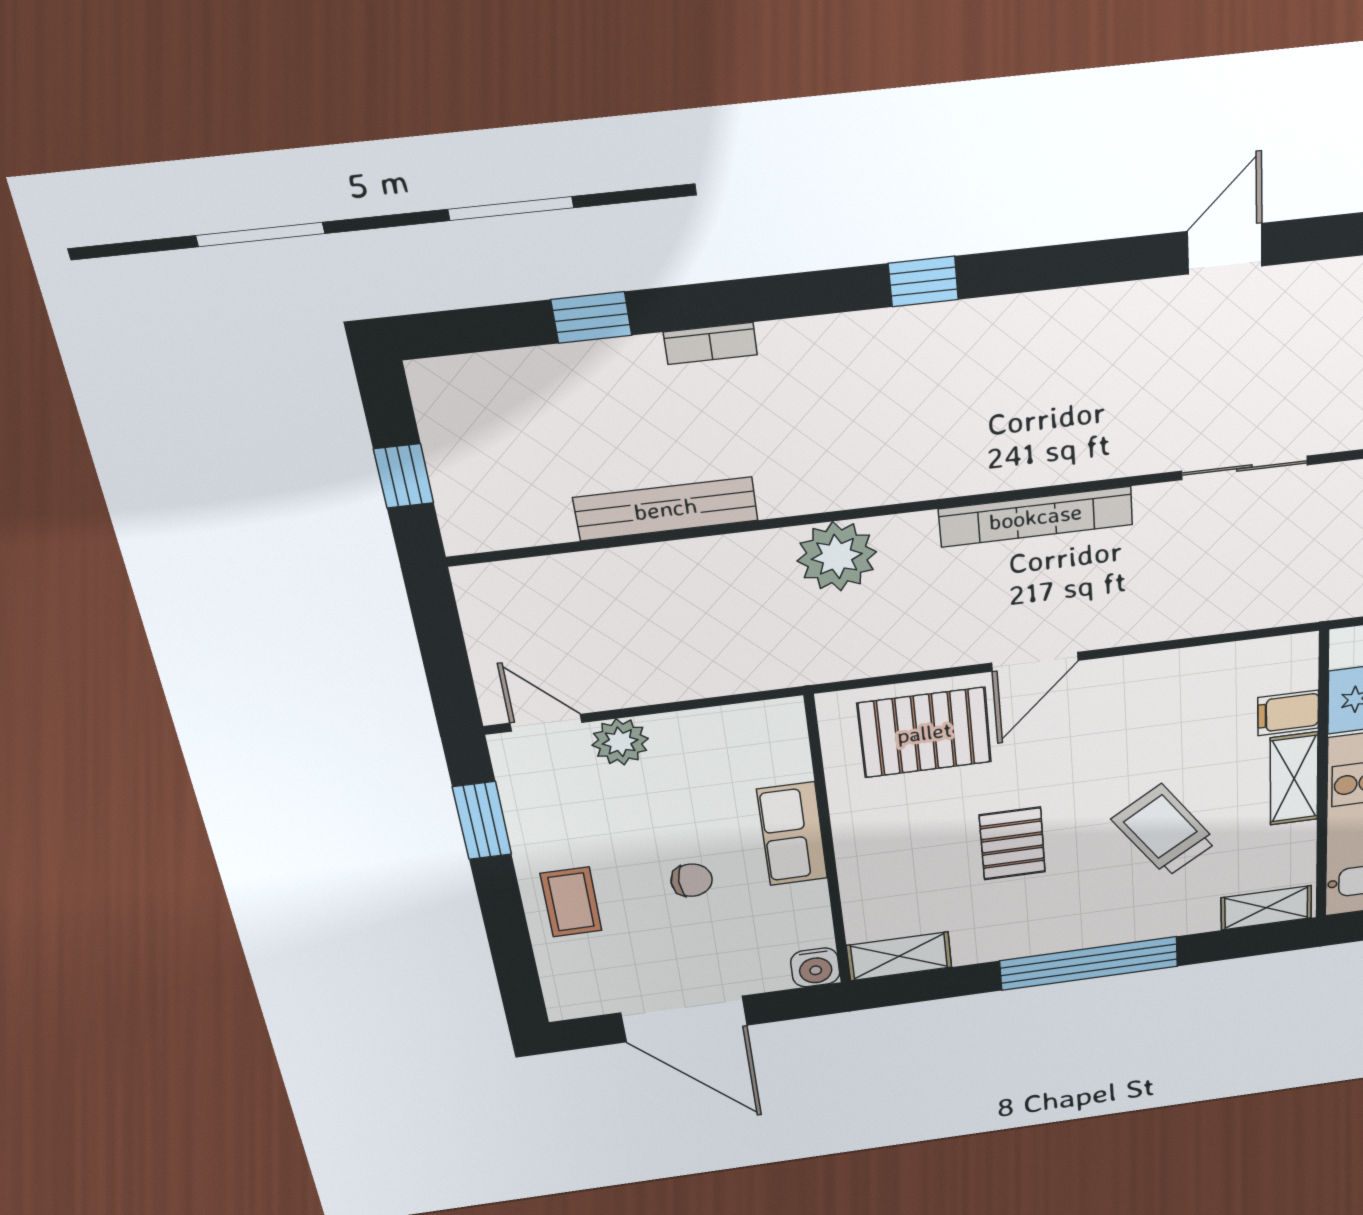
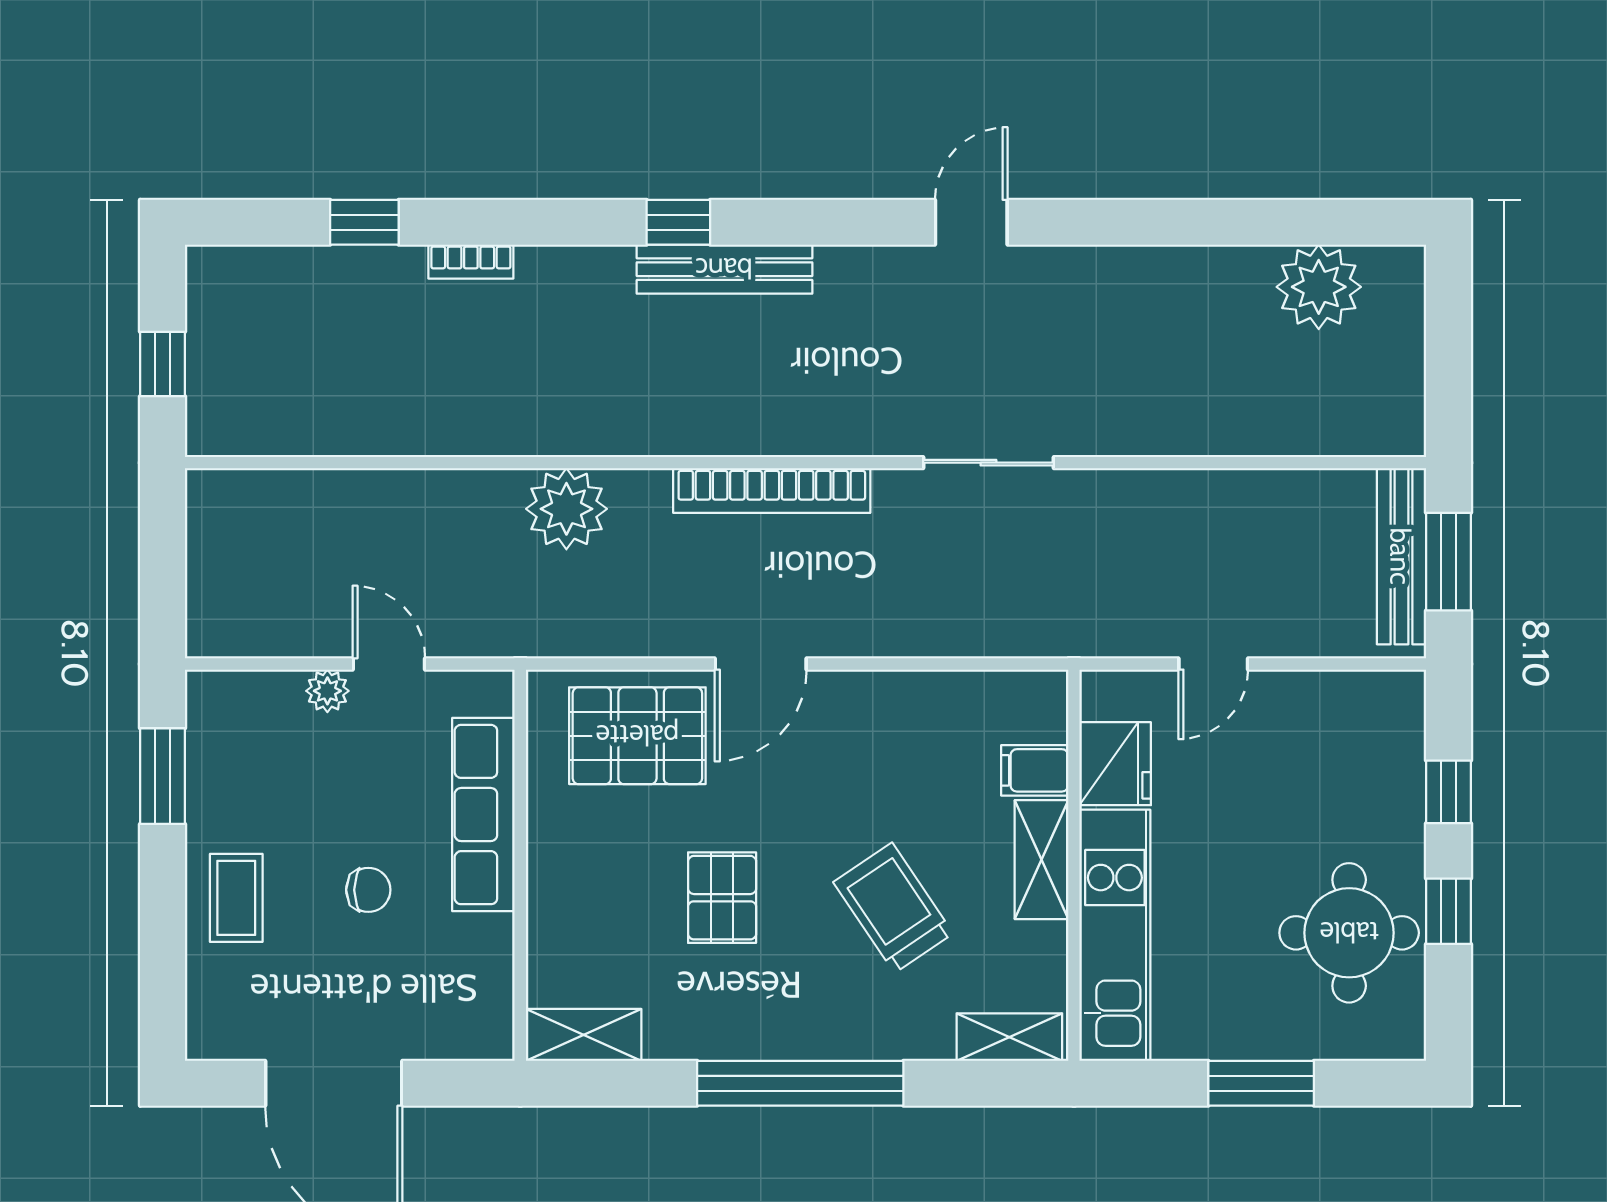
bench: (666, 509) -> (724, 269), moved
door: (546, 723) -> (389, 664), moved
plant: (620, 742) -> (327, 691), width x0.73, depth x0.73
row of seats: (792, 834) -> (483, 815), width x1.48
water cooler: (815, 967) -> (488, 1034), removed

